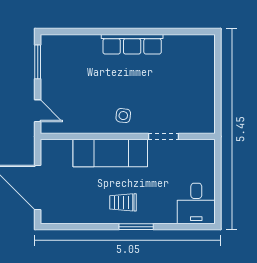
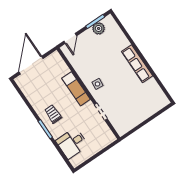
plant: (50, 64) -> (99, 28), added
exam couch: (110, 153) -> (76, 89), width x0.73, depth x0.69
desk: (196, 203) -> (72, 143), moved

